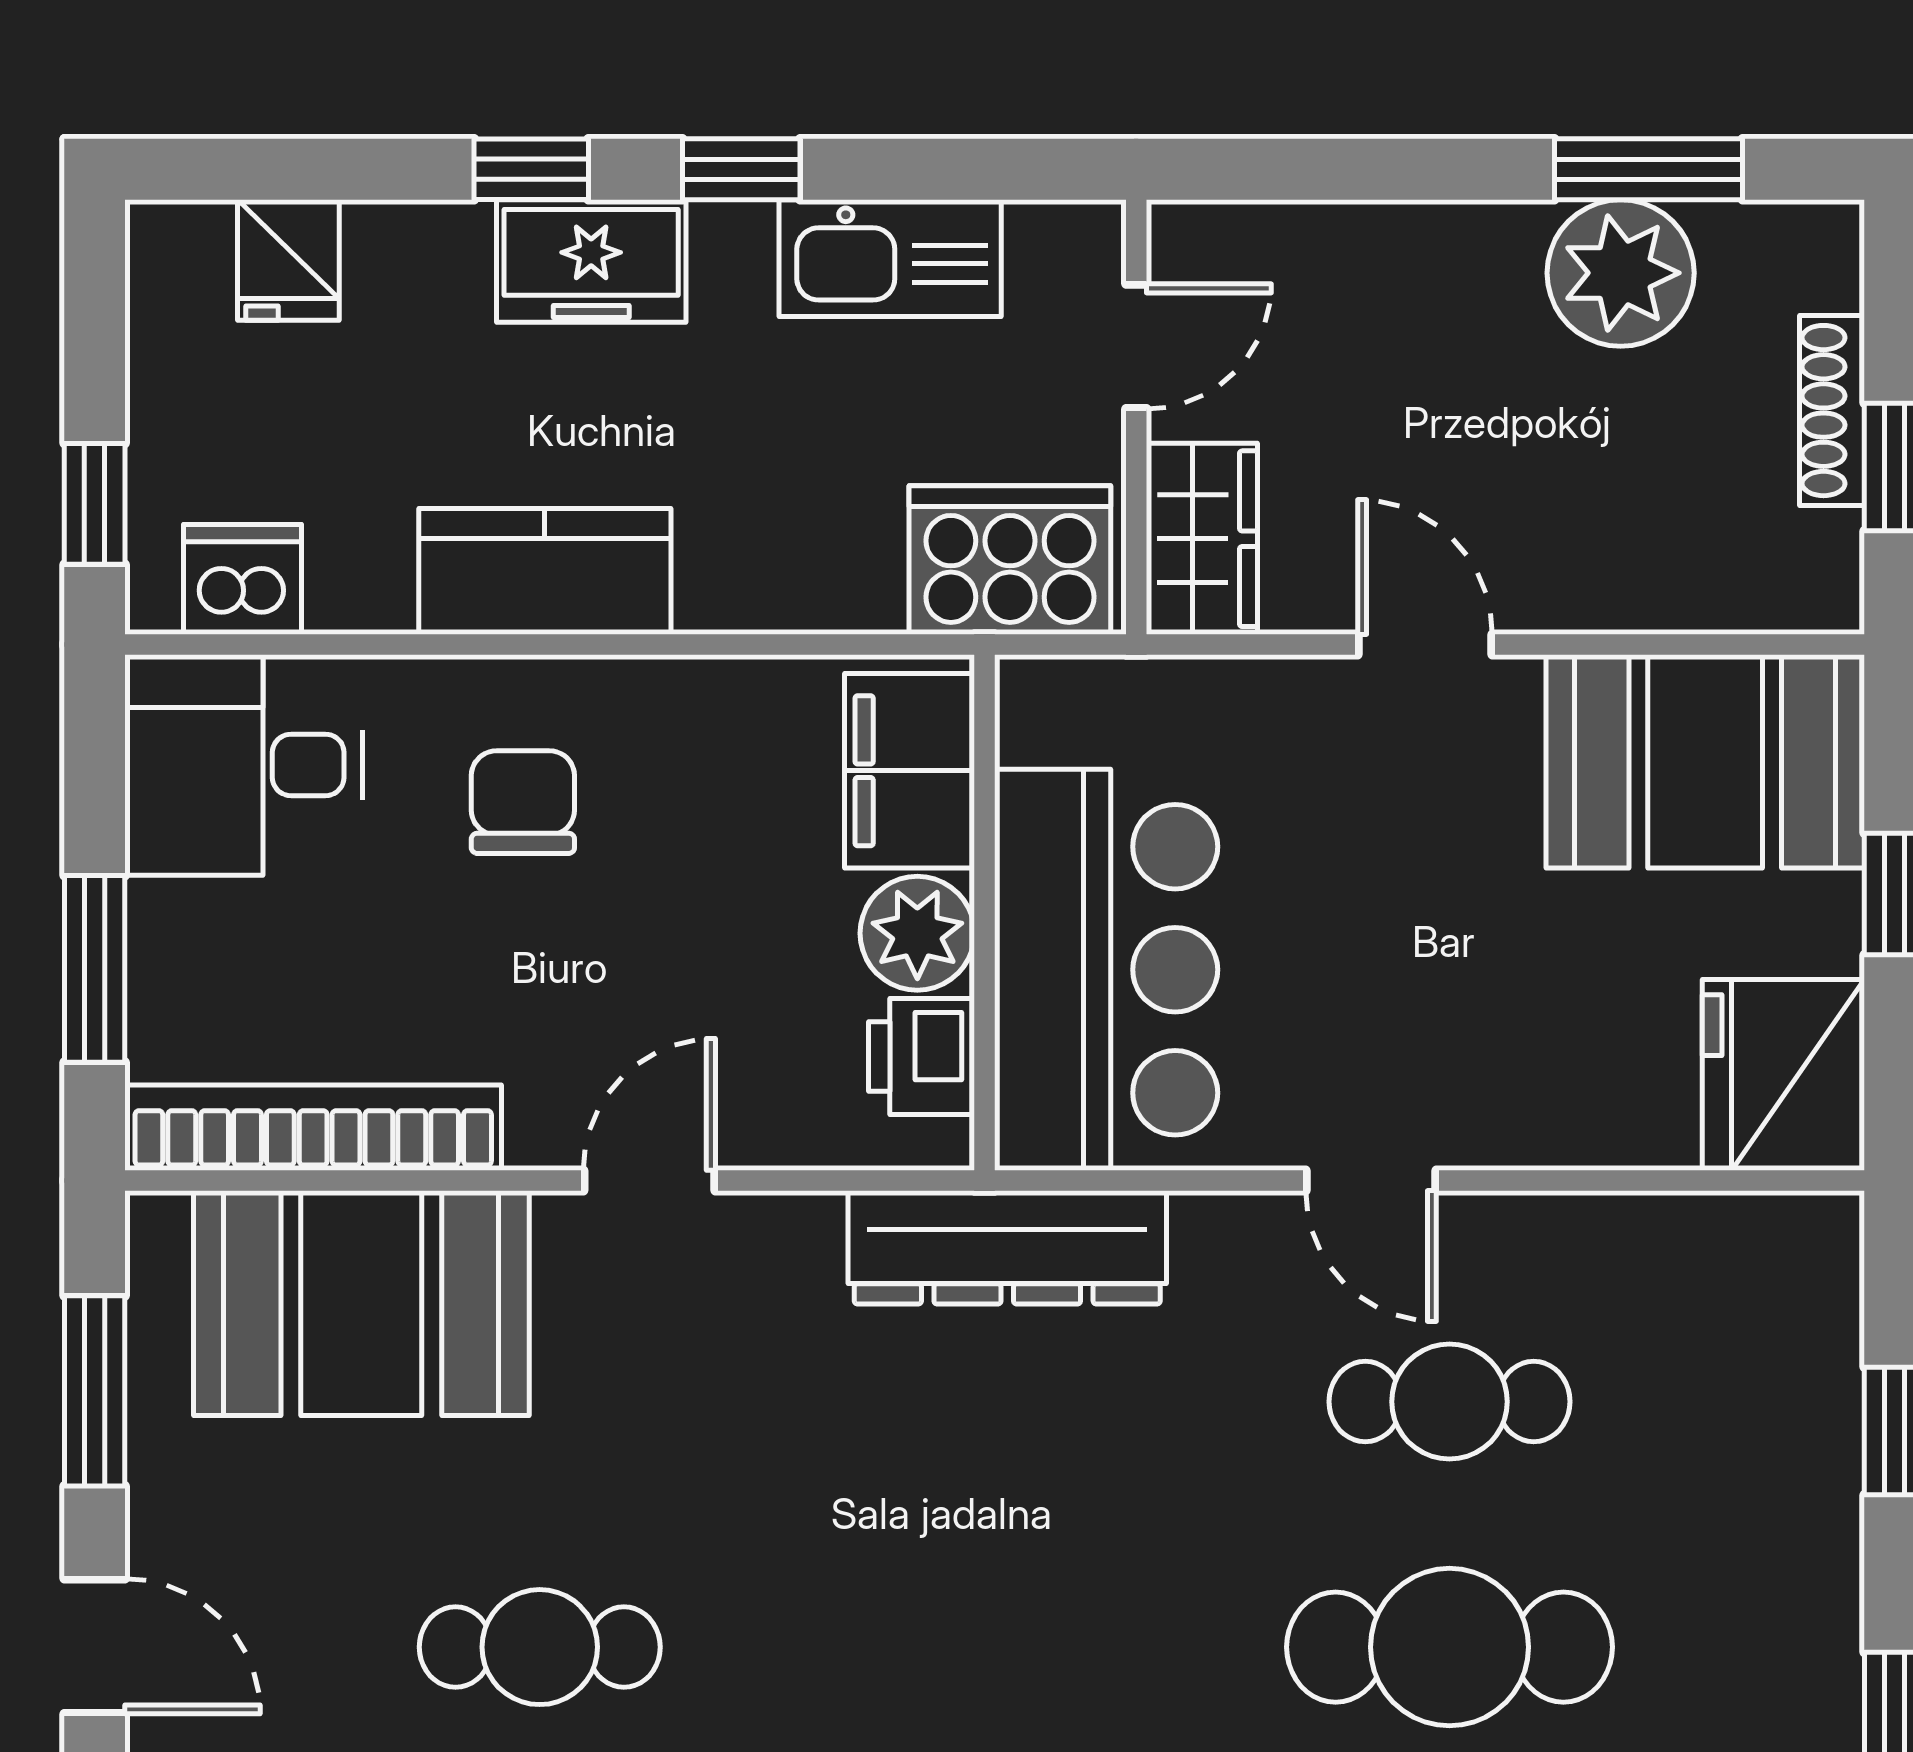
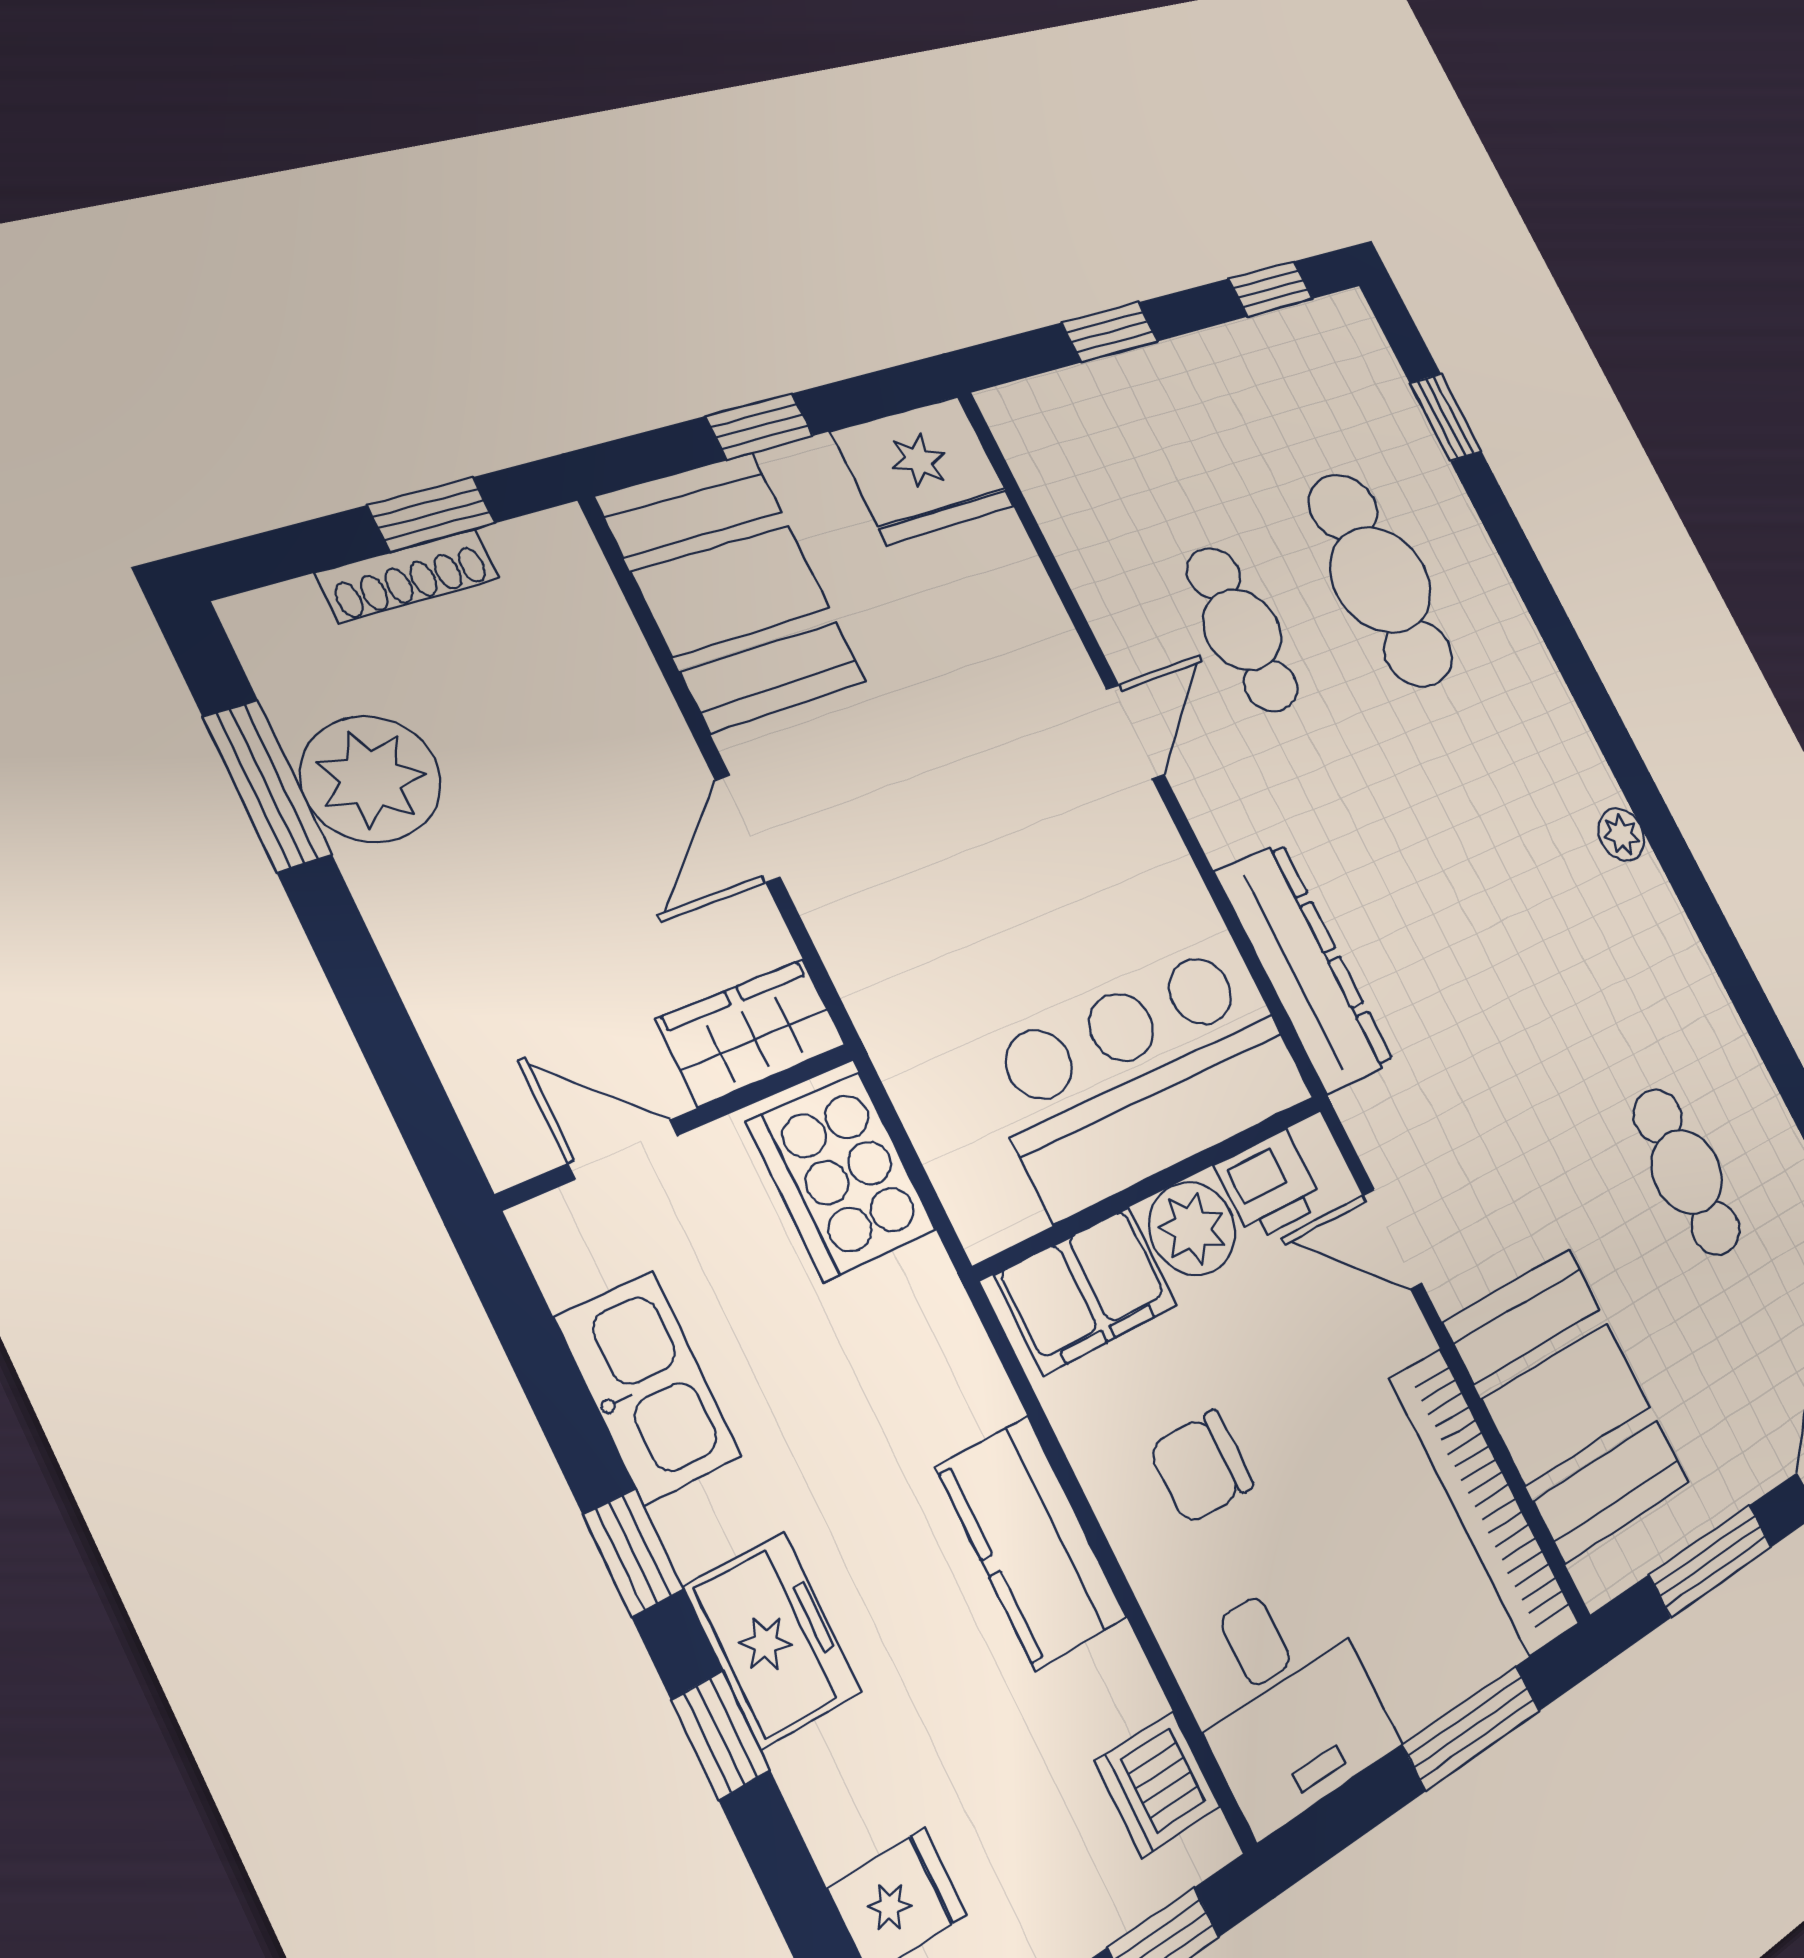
filing cabinet: (910, 771) -> (1087, 1290), moved
wall: (985, 912) -> (1154, 1185), moved
plant: (917, 933) -> (1192, 1228), moved
bar counter: (1106, 970) -> (1146, 1078), moved
printer: (922, 1057) -> (1269, 1185), moved

